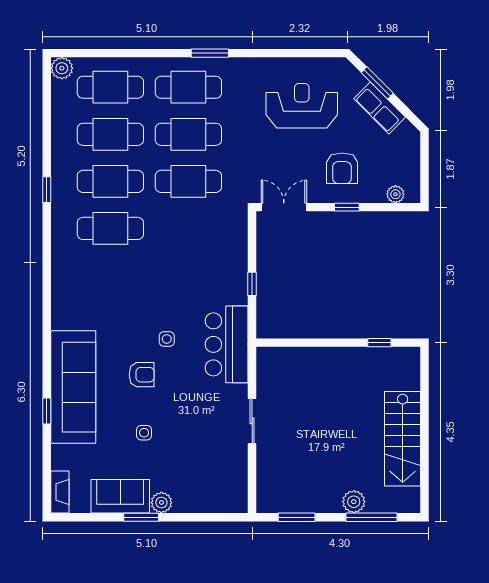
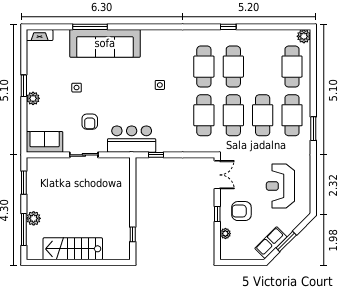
window: (377, 83) -> (286, 241), moved
reception desk: (302, 106) -> (280, 186), turned 180
row of seats: (380, 108) -> (271, 243), moved
cafe table: (110, 134) -> (204, 115), moved
plant: (395, 194) -> (225, 234), moved
window: (252, 284) -> (156, 155), moved
side table: (167, 339) -> (160, 85), moved
armchair: (142, 375) -> (90, 122), moved
window: (47, 411) -> (90, 27), width x2.17
sofa: (120, 496) -> (45, 142), moved, turned -90

